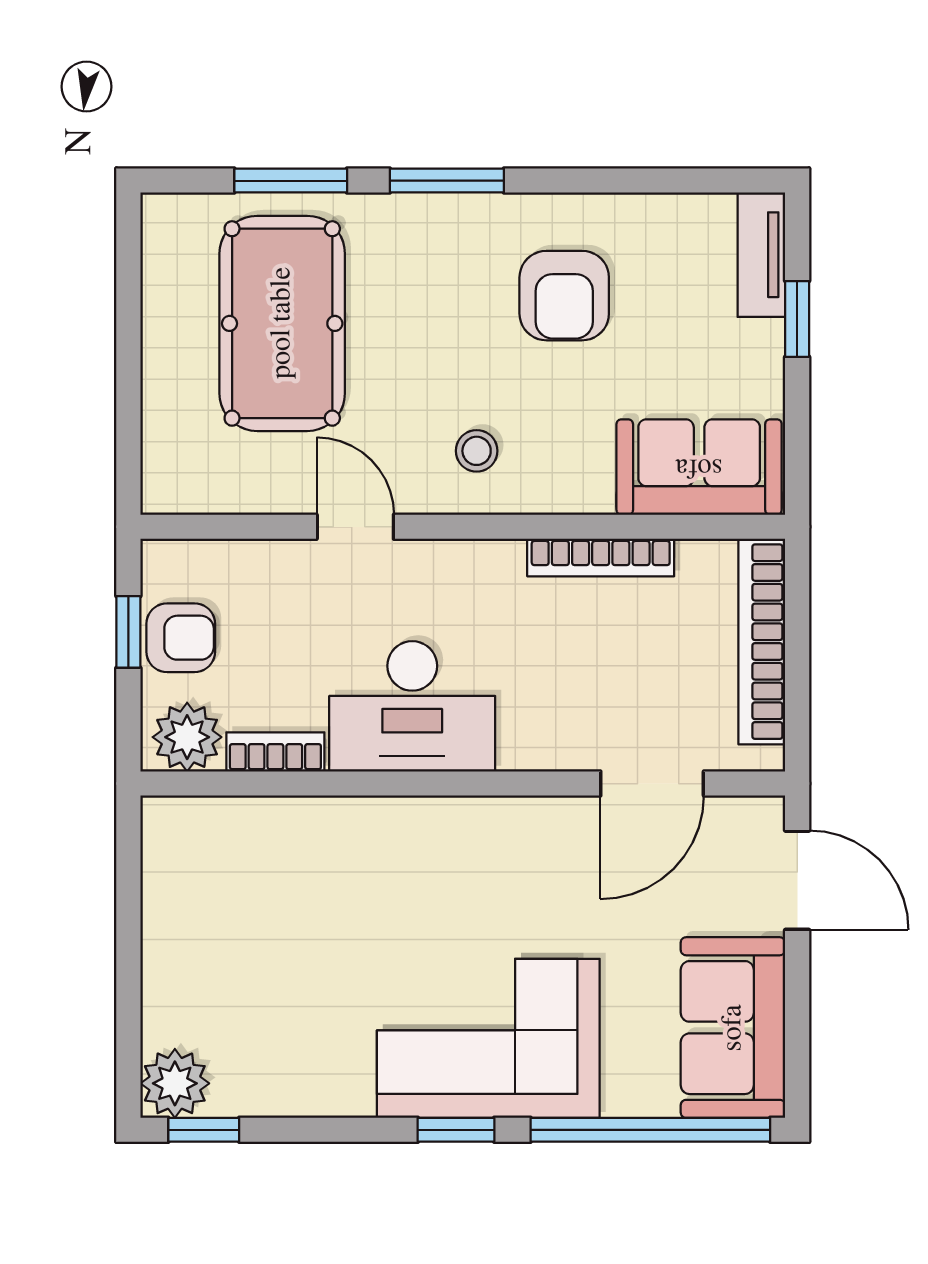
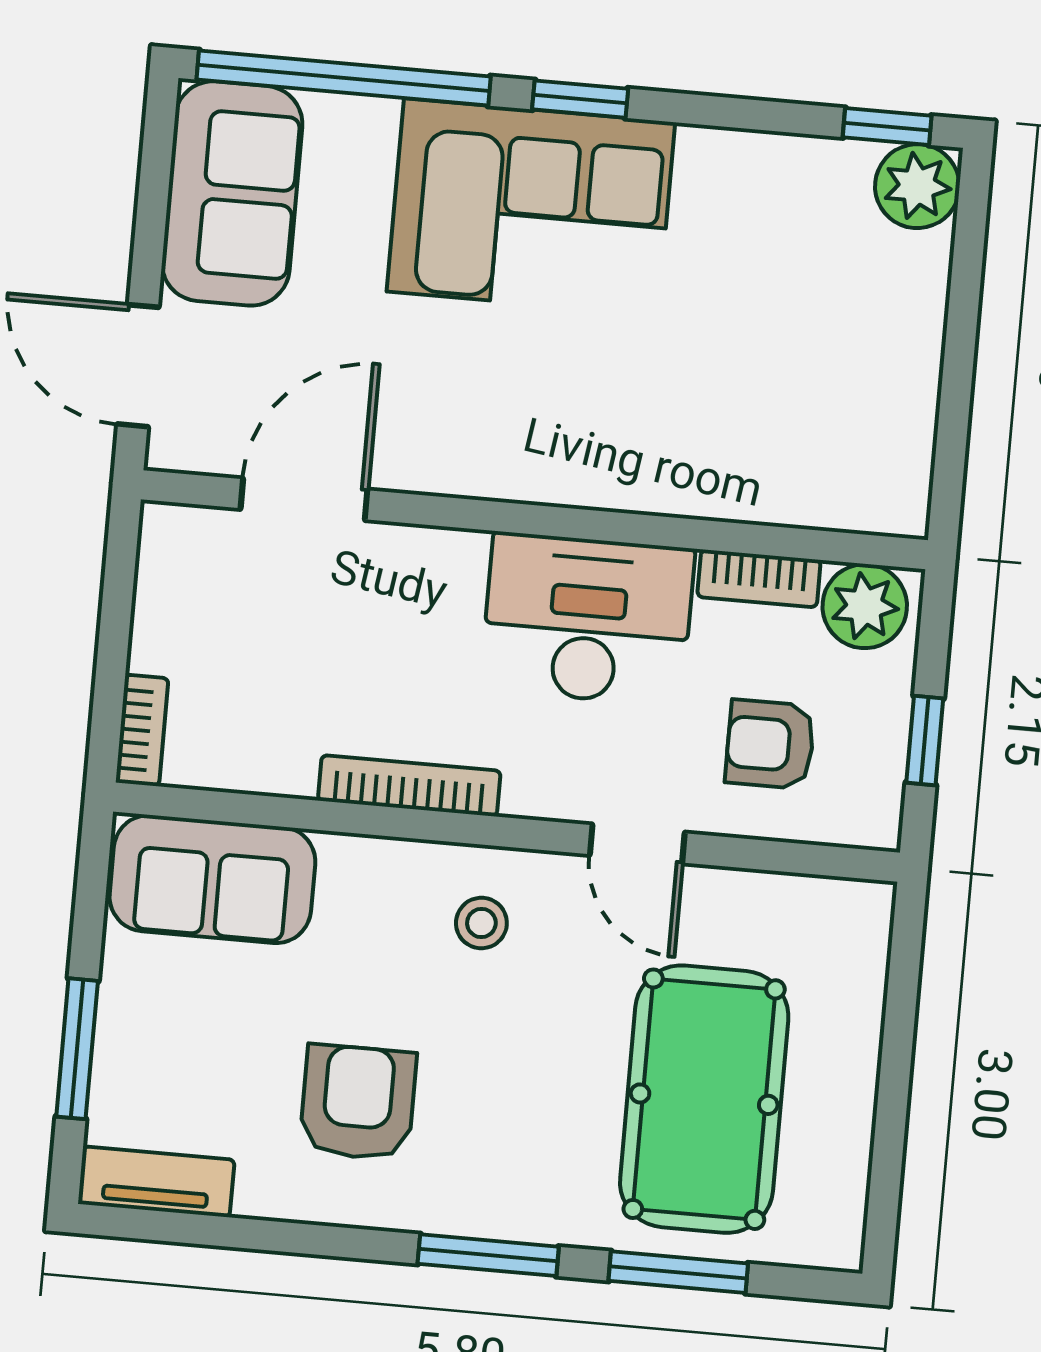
tv unit: (761, 255) -> (156, 1182), moved, turned -90
window: (797, 319) -> (77, 1049), width x1.50
bookcase: (601, 558) -> (409, 786), moved
armchair: (181, 638) -> (770, 744), moved
bookcase: (762, 642) -> (142, 730), width x0.43, depth x0.76

